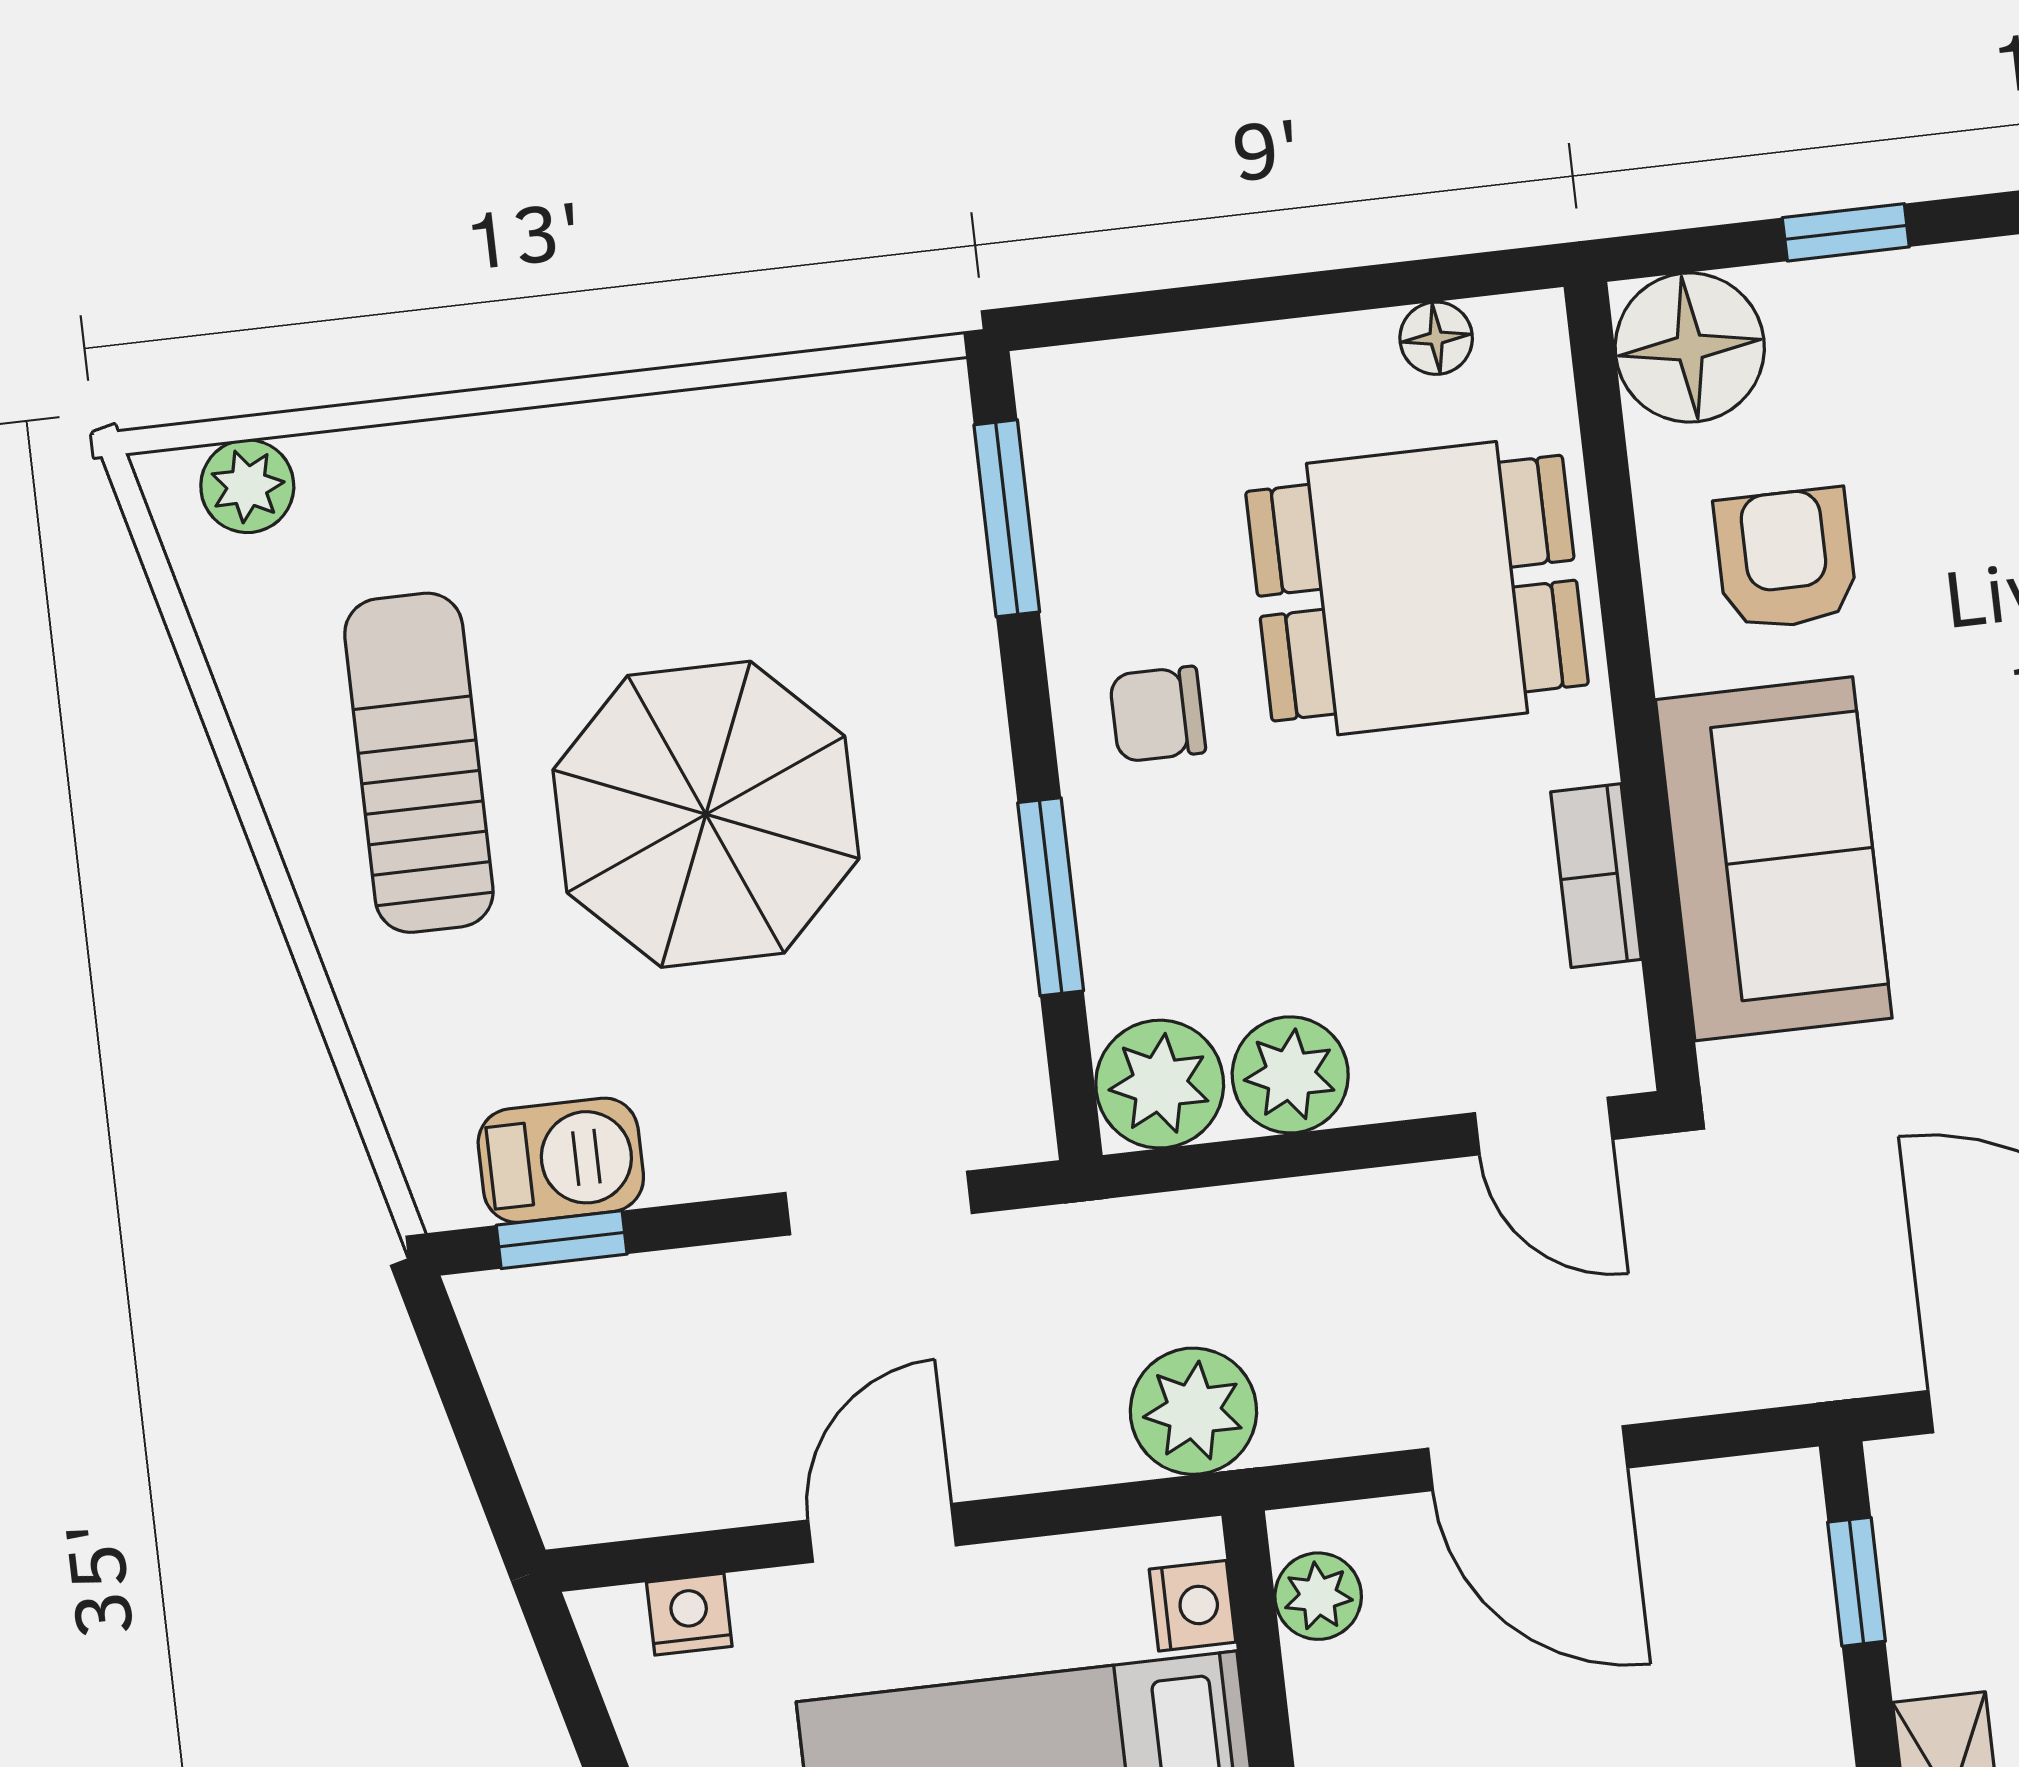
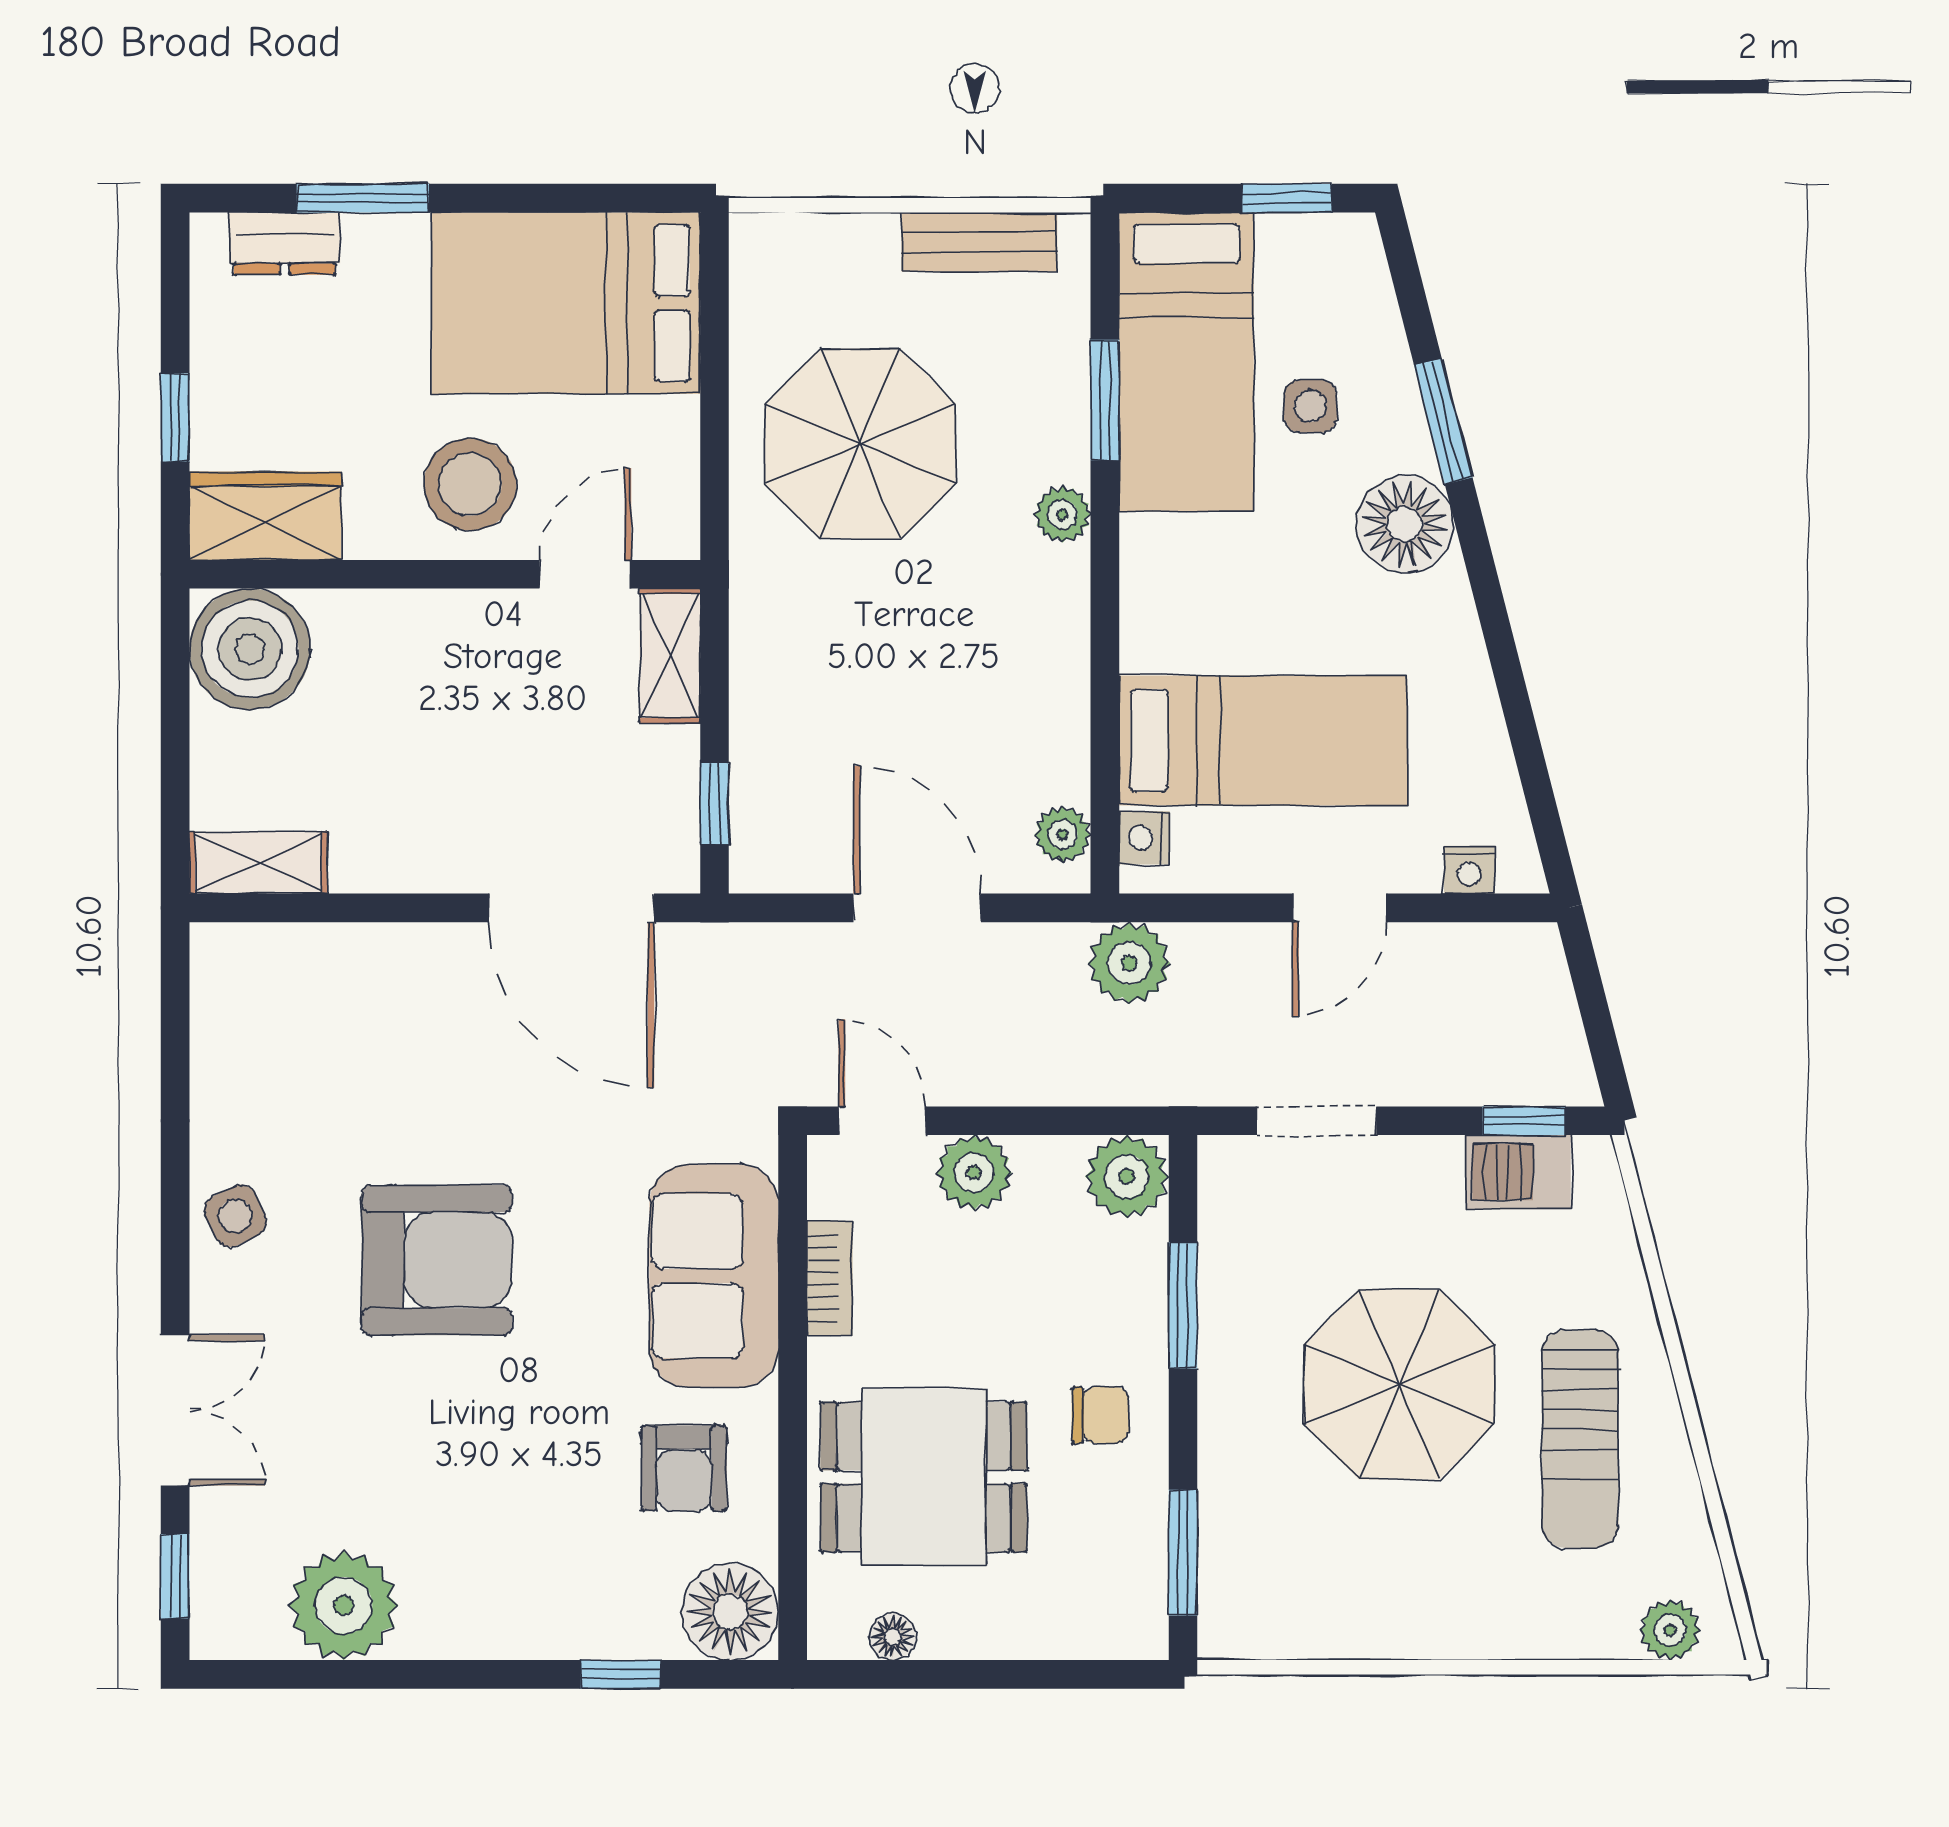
plant: (1290, 1075) -> (974, 1173), moved

